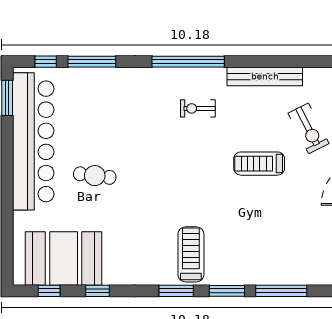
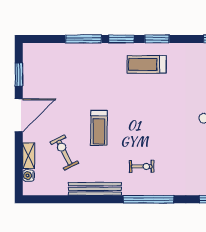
treadmill: (259, 164) -> (99, 128), turned 90
treadmill: (191, 254) -> (147, 64), turned 90

